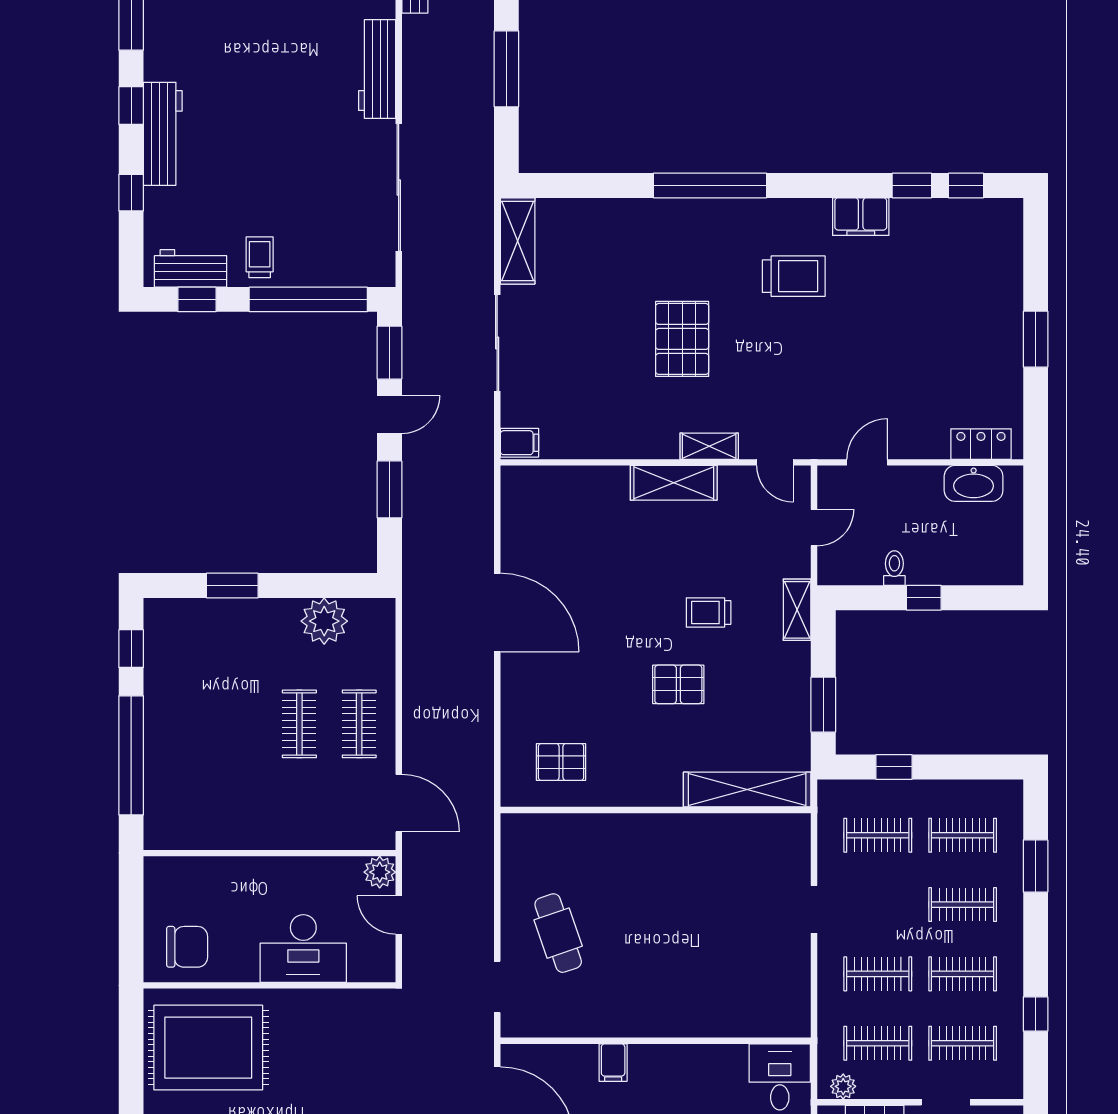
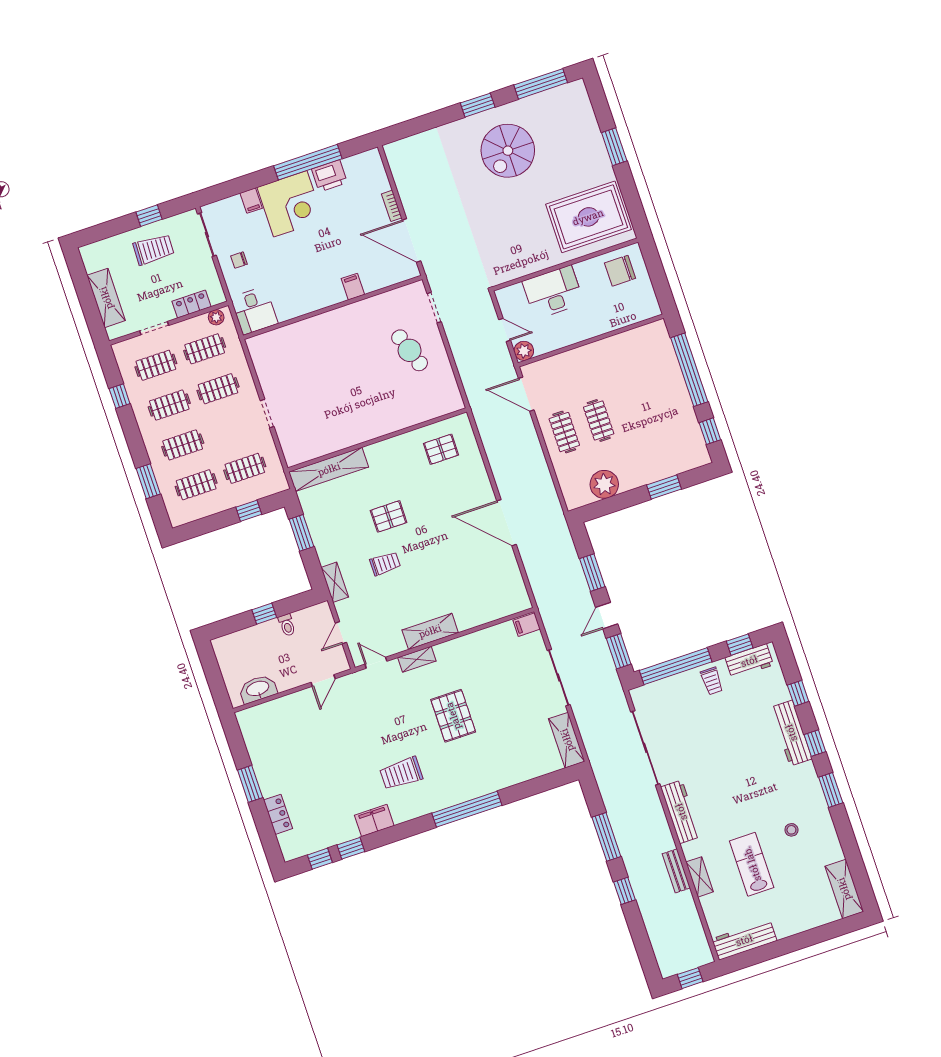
locker: (981, 444) -> (278, 814), moved, turned -90

